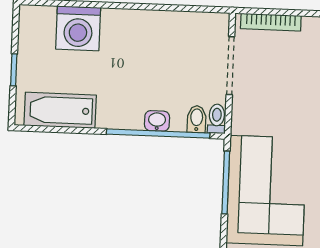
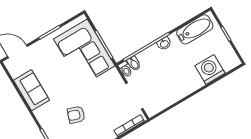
washbasin: (157, 121) -> (164, 44), moved

